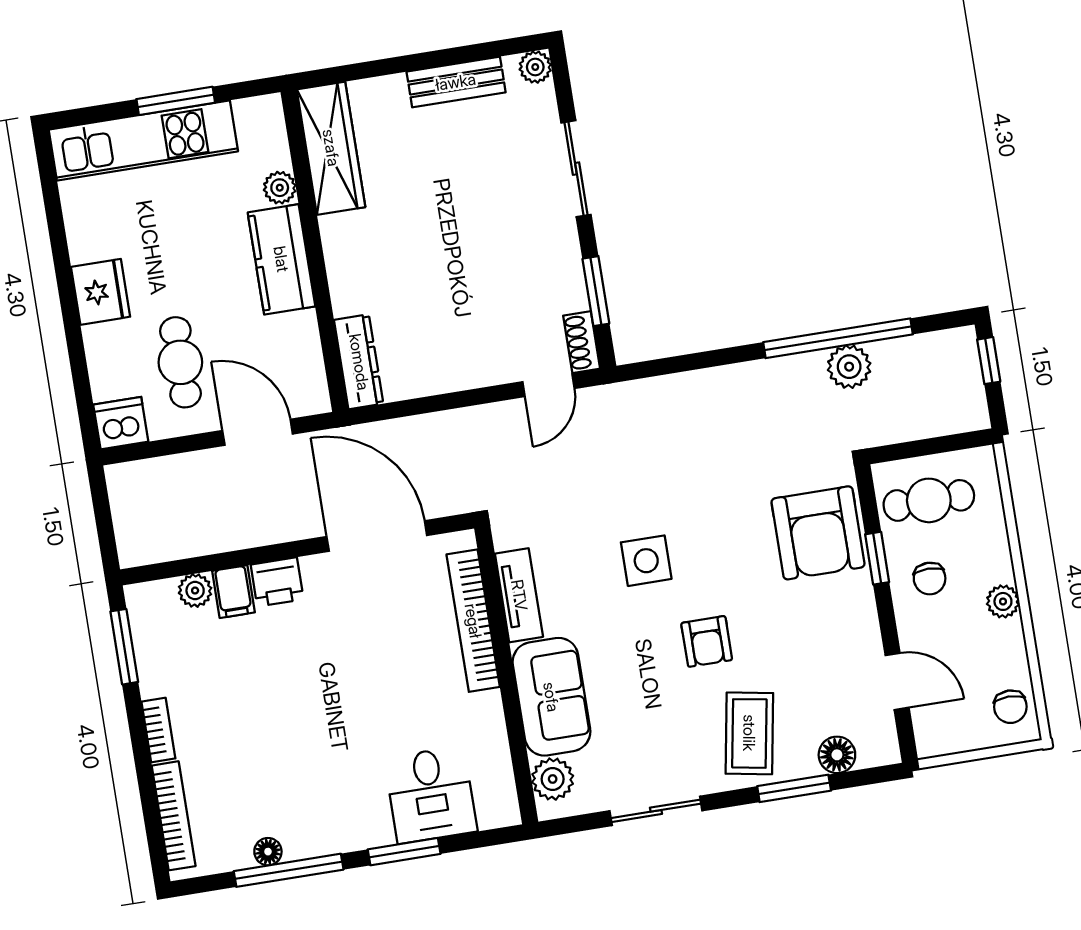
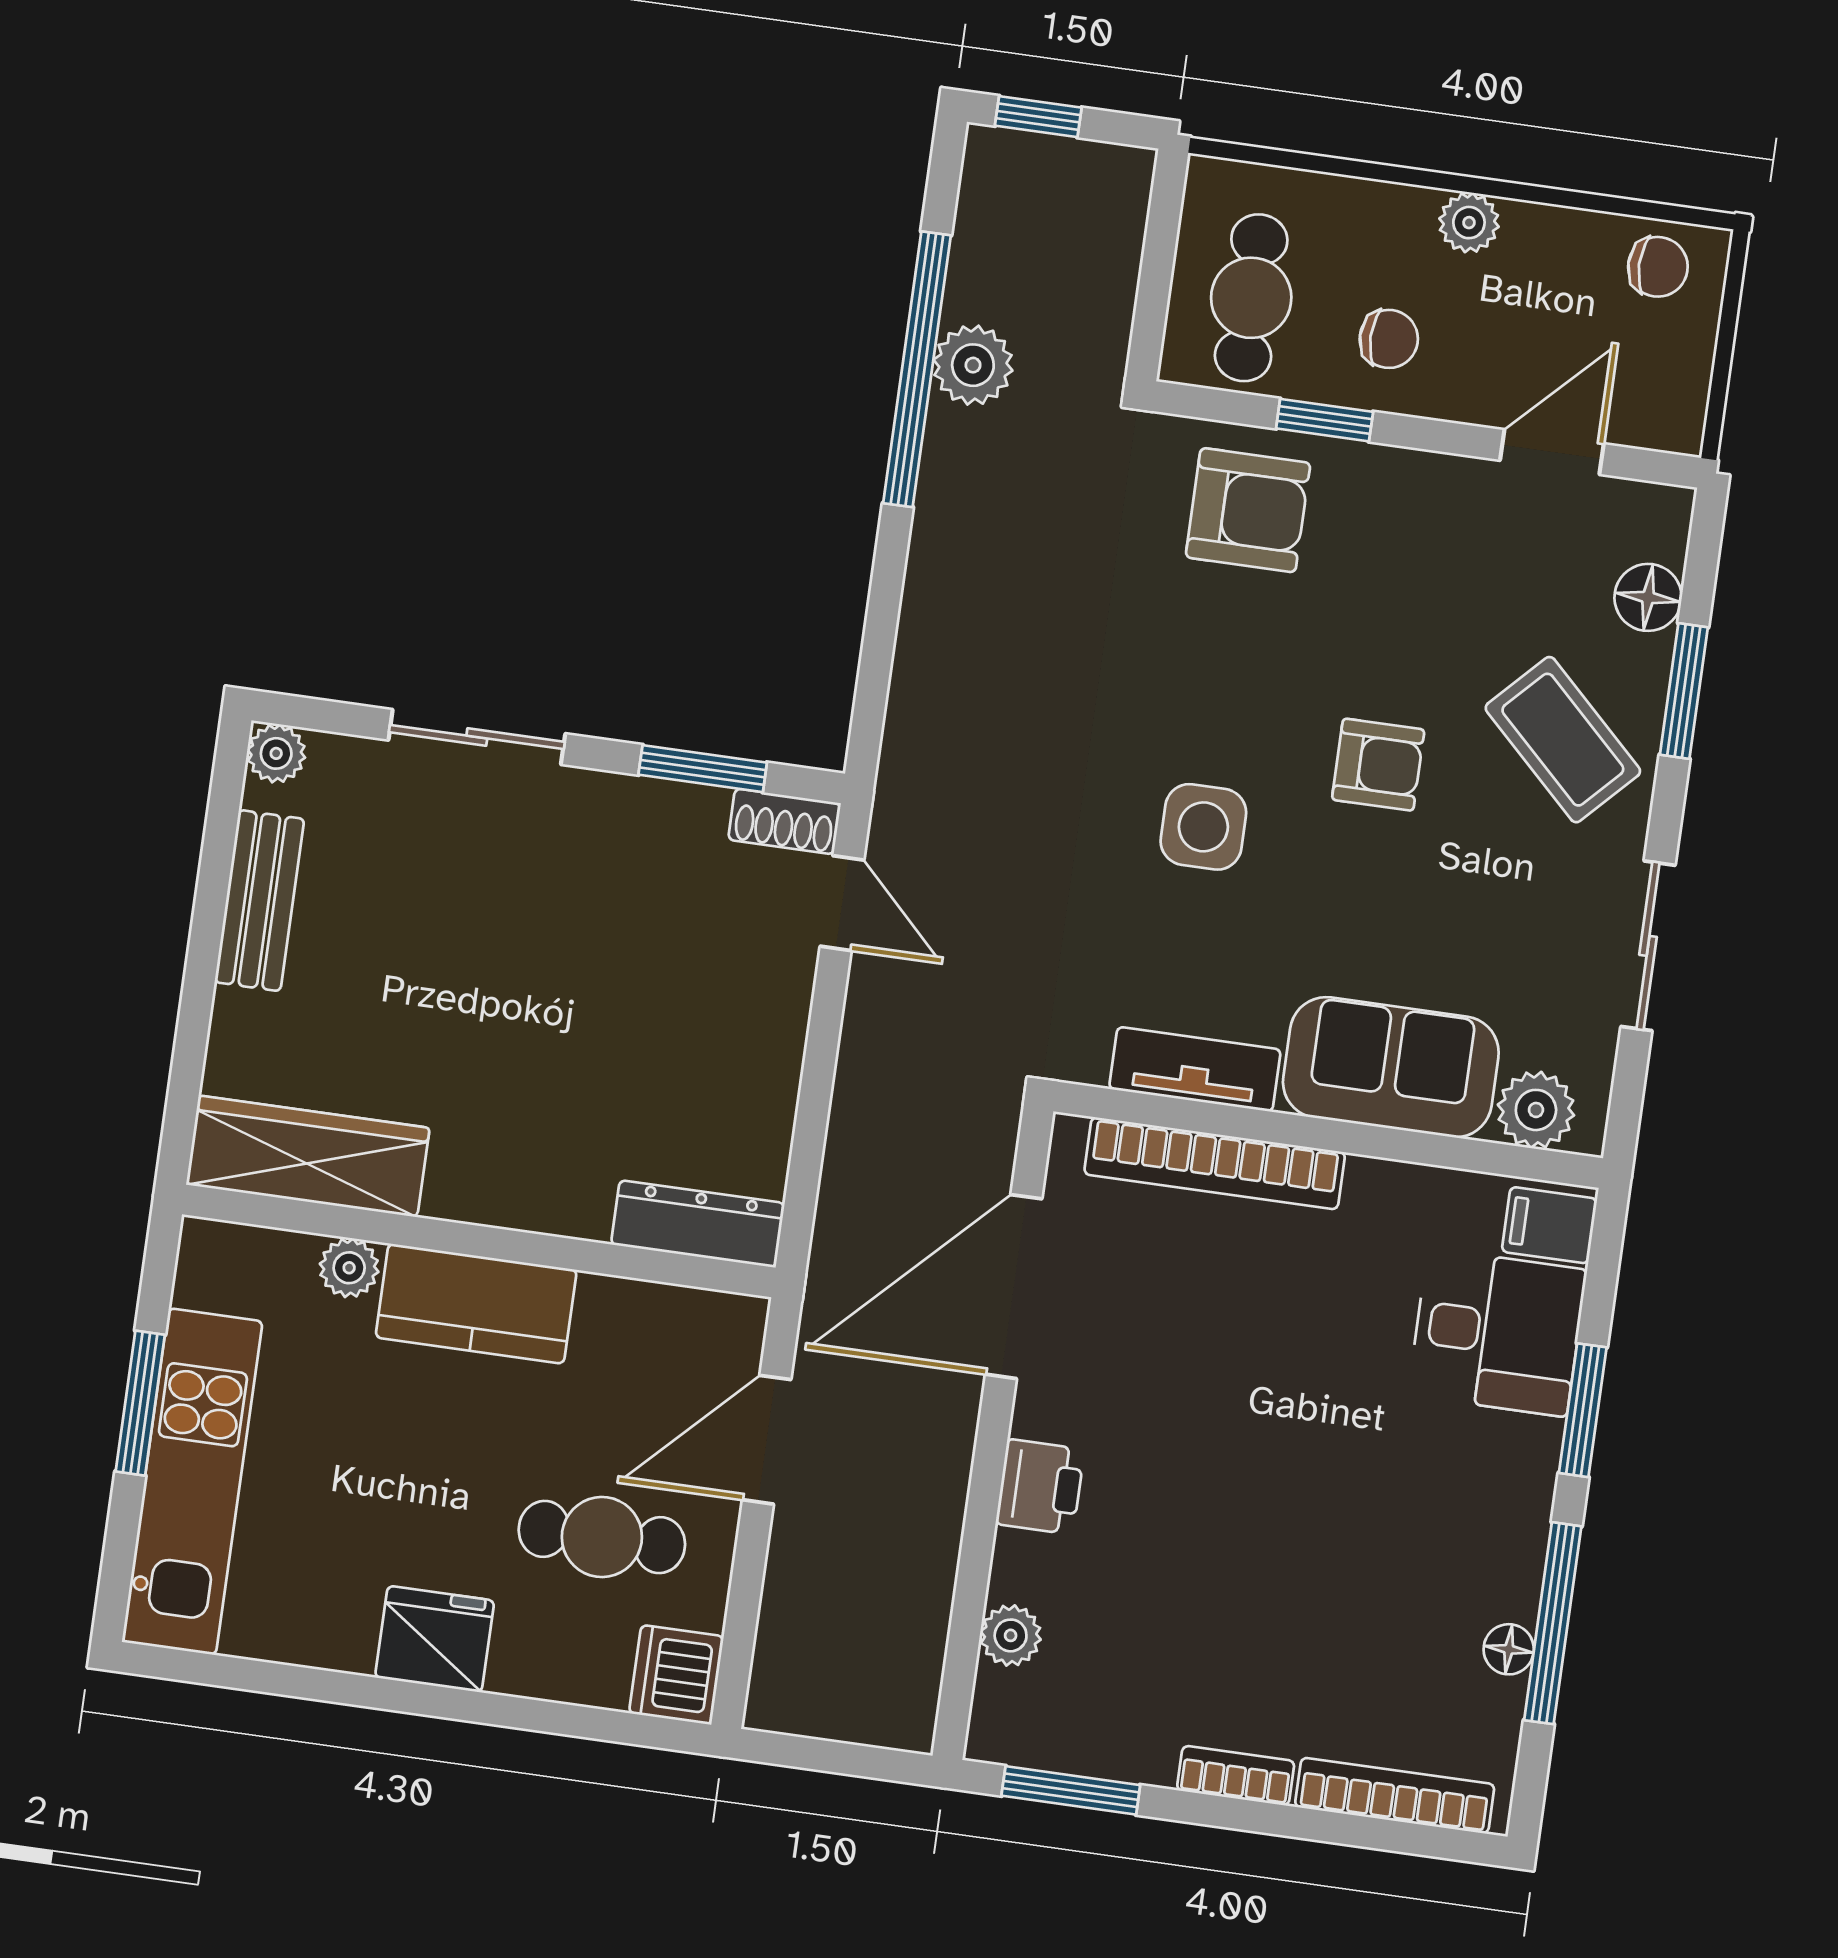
armchair: (818, 533) -> (1248, 510), width x0.73, depth x0.73
filing cabinet: (233, 592) -> (1549, 1225), moved, turned 180
coffee table: (749, 733) -> (1563, 740), turned 34

